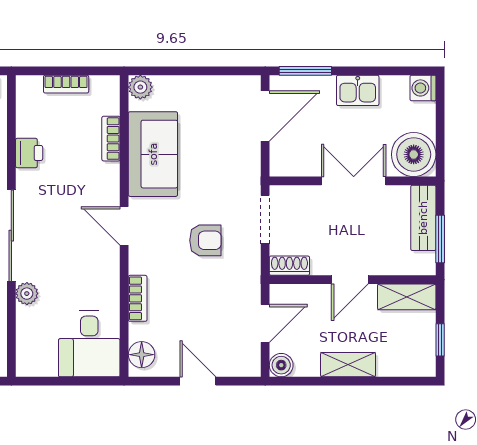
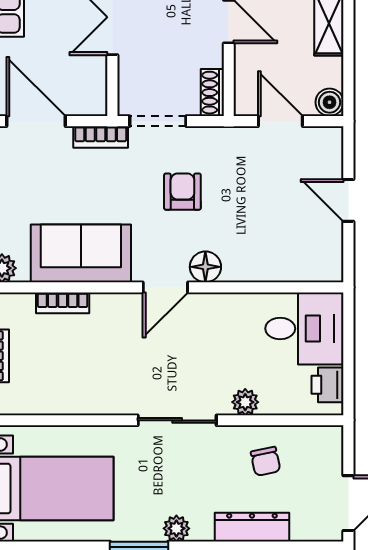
printer: (29, 153) -> (328, 385), moved, turned -90
sliding door: (11, 236) -> (177, 420), width x0.73
bookcase: (138, 298) -> (101, 137), moved, turned 180
floor lamp: (142, 355) -> (205, 267), moved
door: (198, 381) -> (348, 200), hinge flipped

